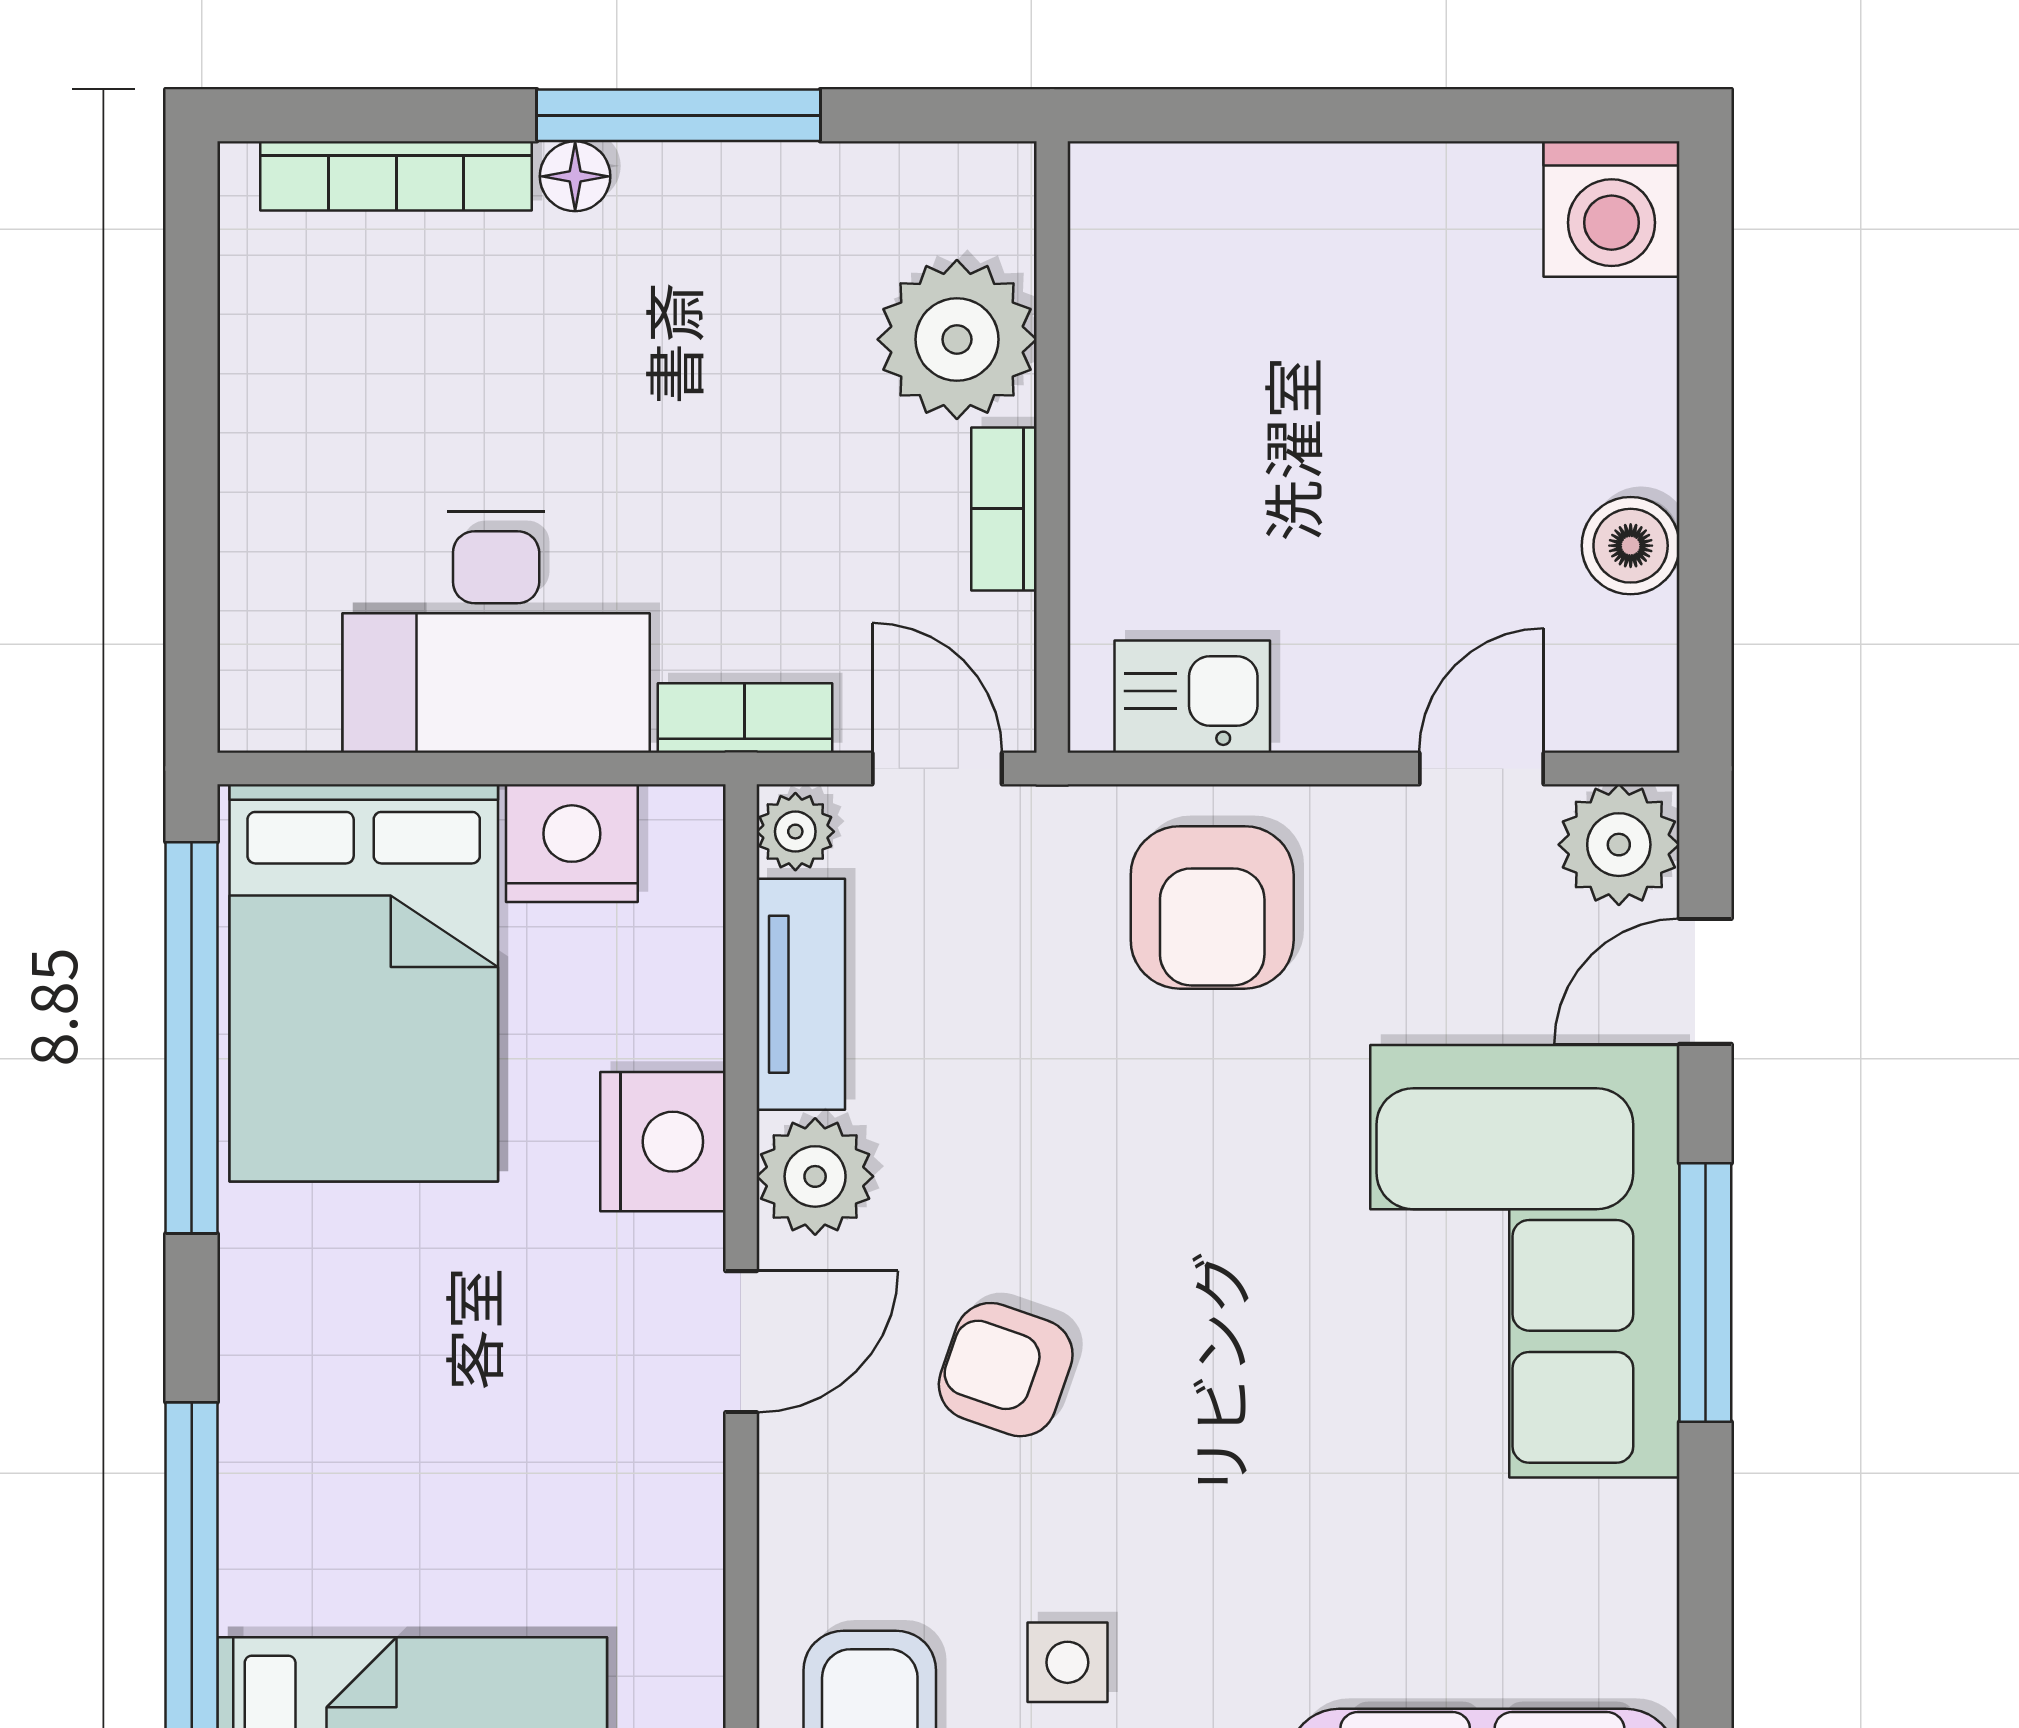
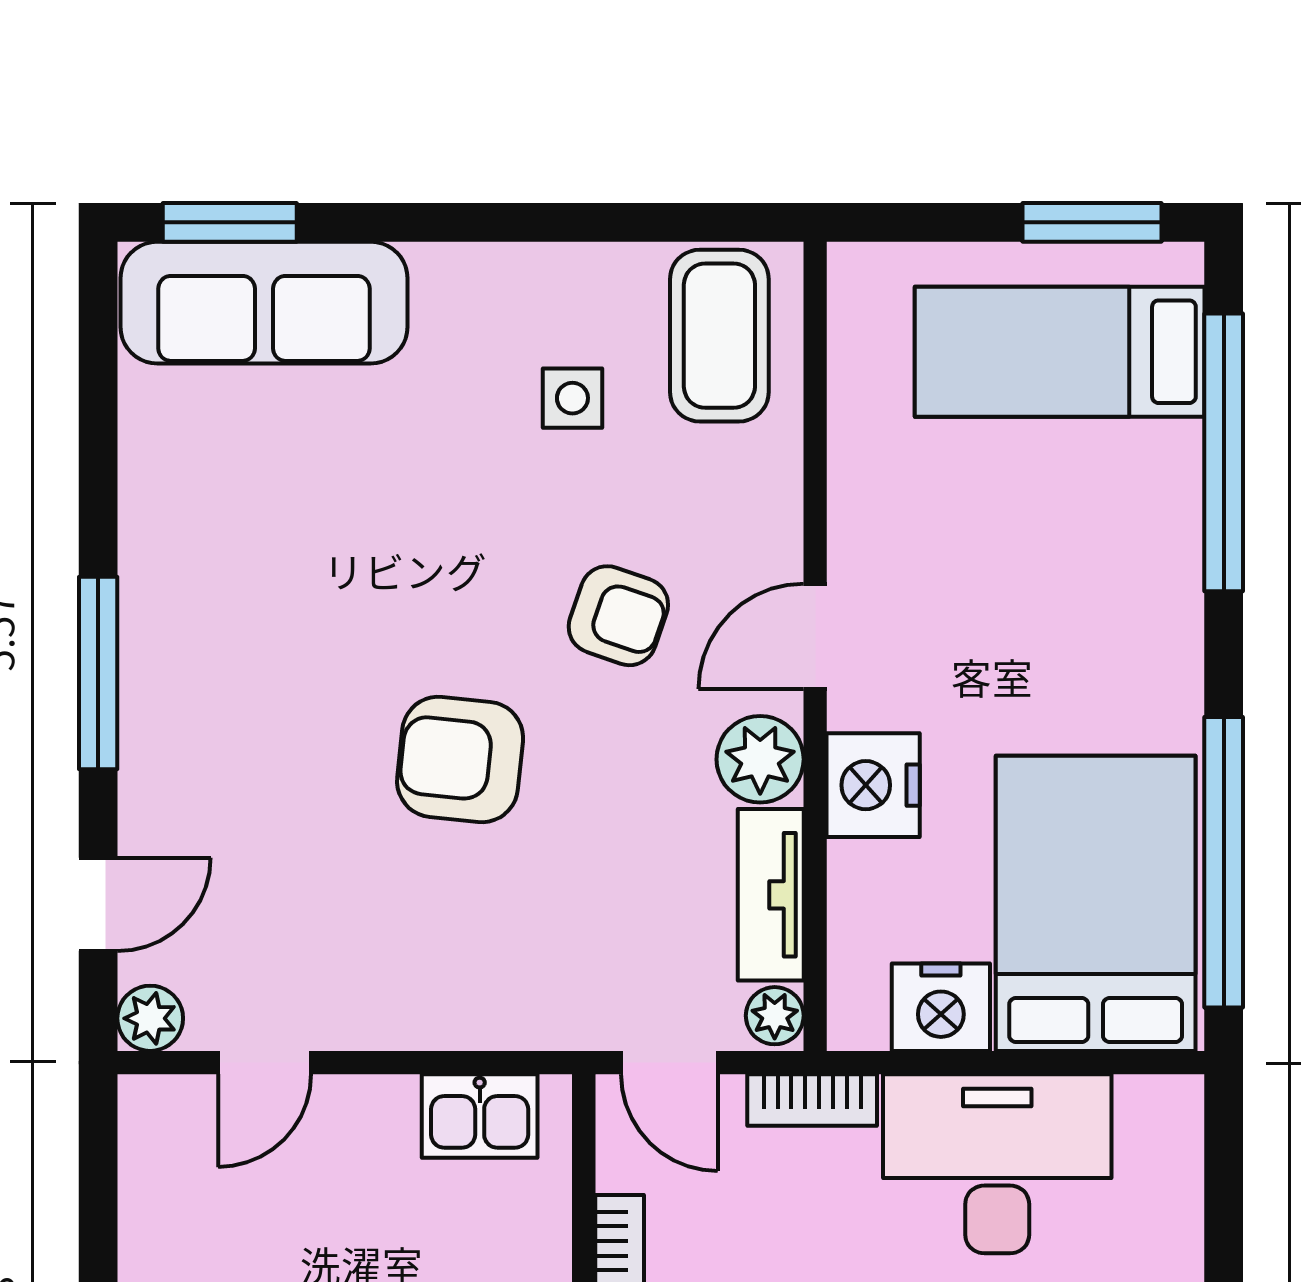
boiler: (1631, 546) -> (154, 1228), removed
plant: (1619, 845) -> (150, 1018), width x0.73, depth x0.73
armchair: (1212, 907) -> (460, 759), moved, turned -84
corner sofa: (1525, 1261) -> (232, 696), removed

